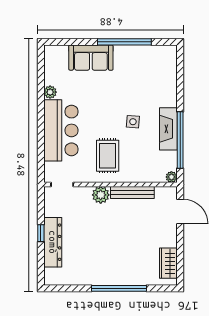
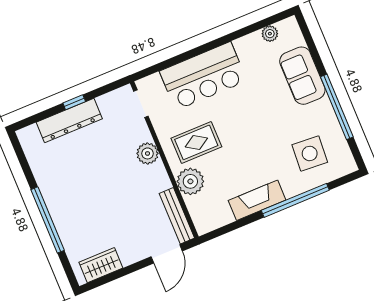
plant: (50, 92) -> (270, 34), moved
side table: (133, 122) -> (310, 153), moved, width x1.87, depth x1.87
window: (180, 140) -> (295, 200), moved
plant: (171, 177) -> (190, 181), moved, width x1.87, depth x1.87
bench: (132, 192) -> (177, 216), moved

